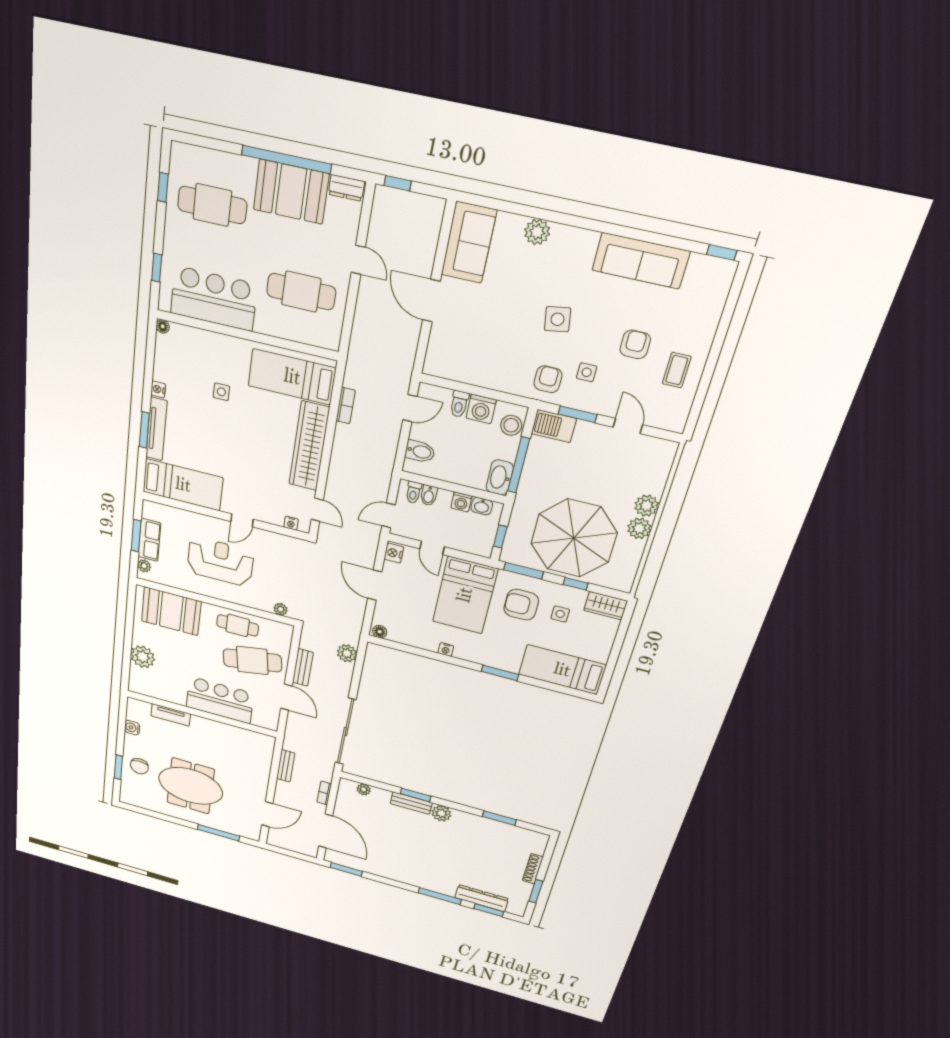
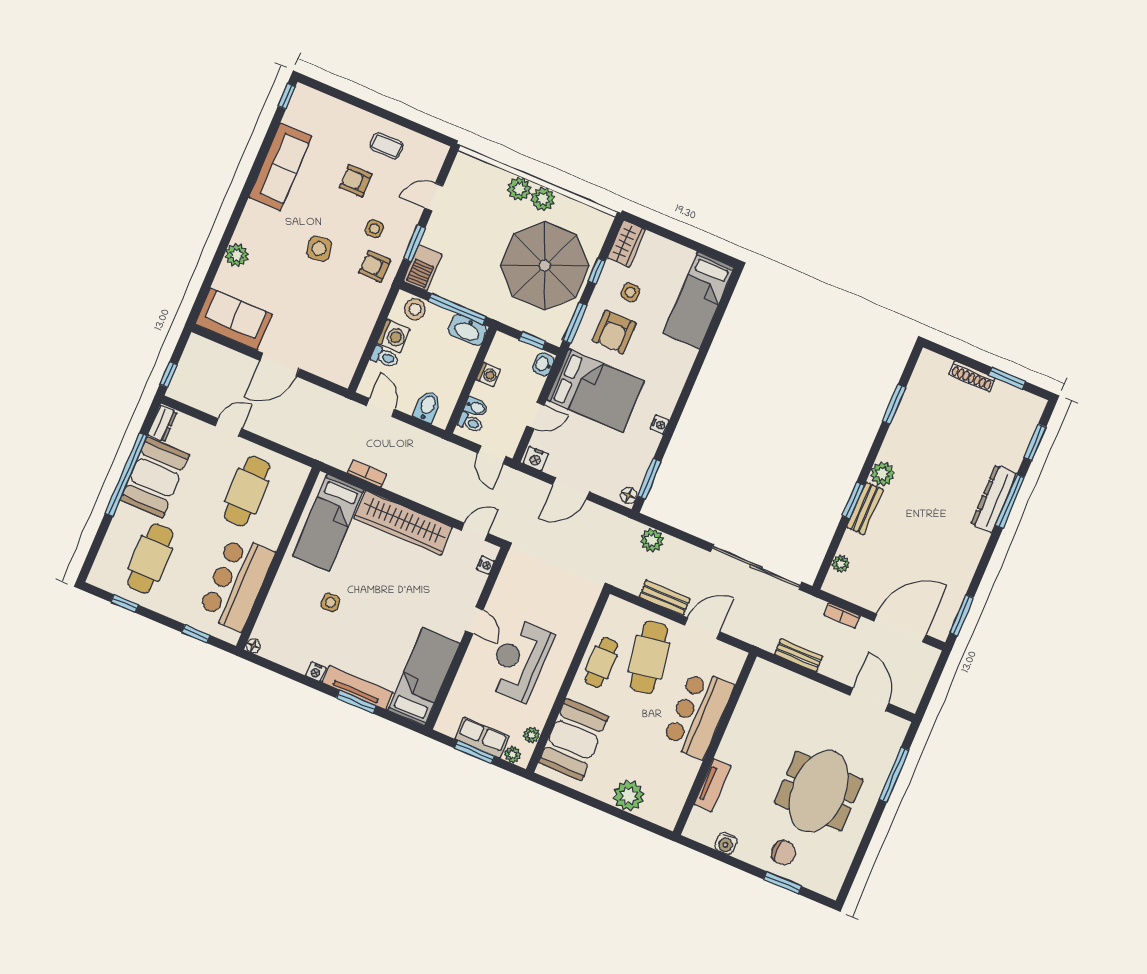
washbasin: (482, 506) -> (543, 364), moved, turned 180
plant: (281, 609) -> (532, 735), moved
window: (500, 673) -> (649, 479), moved
dresser: (482, 898) -> (994, 499), moved

